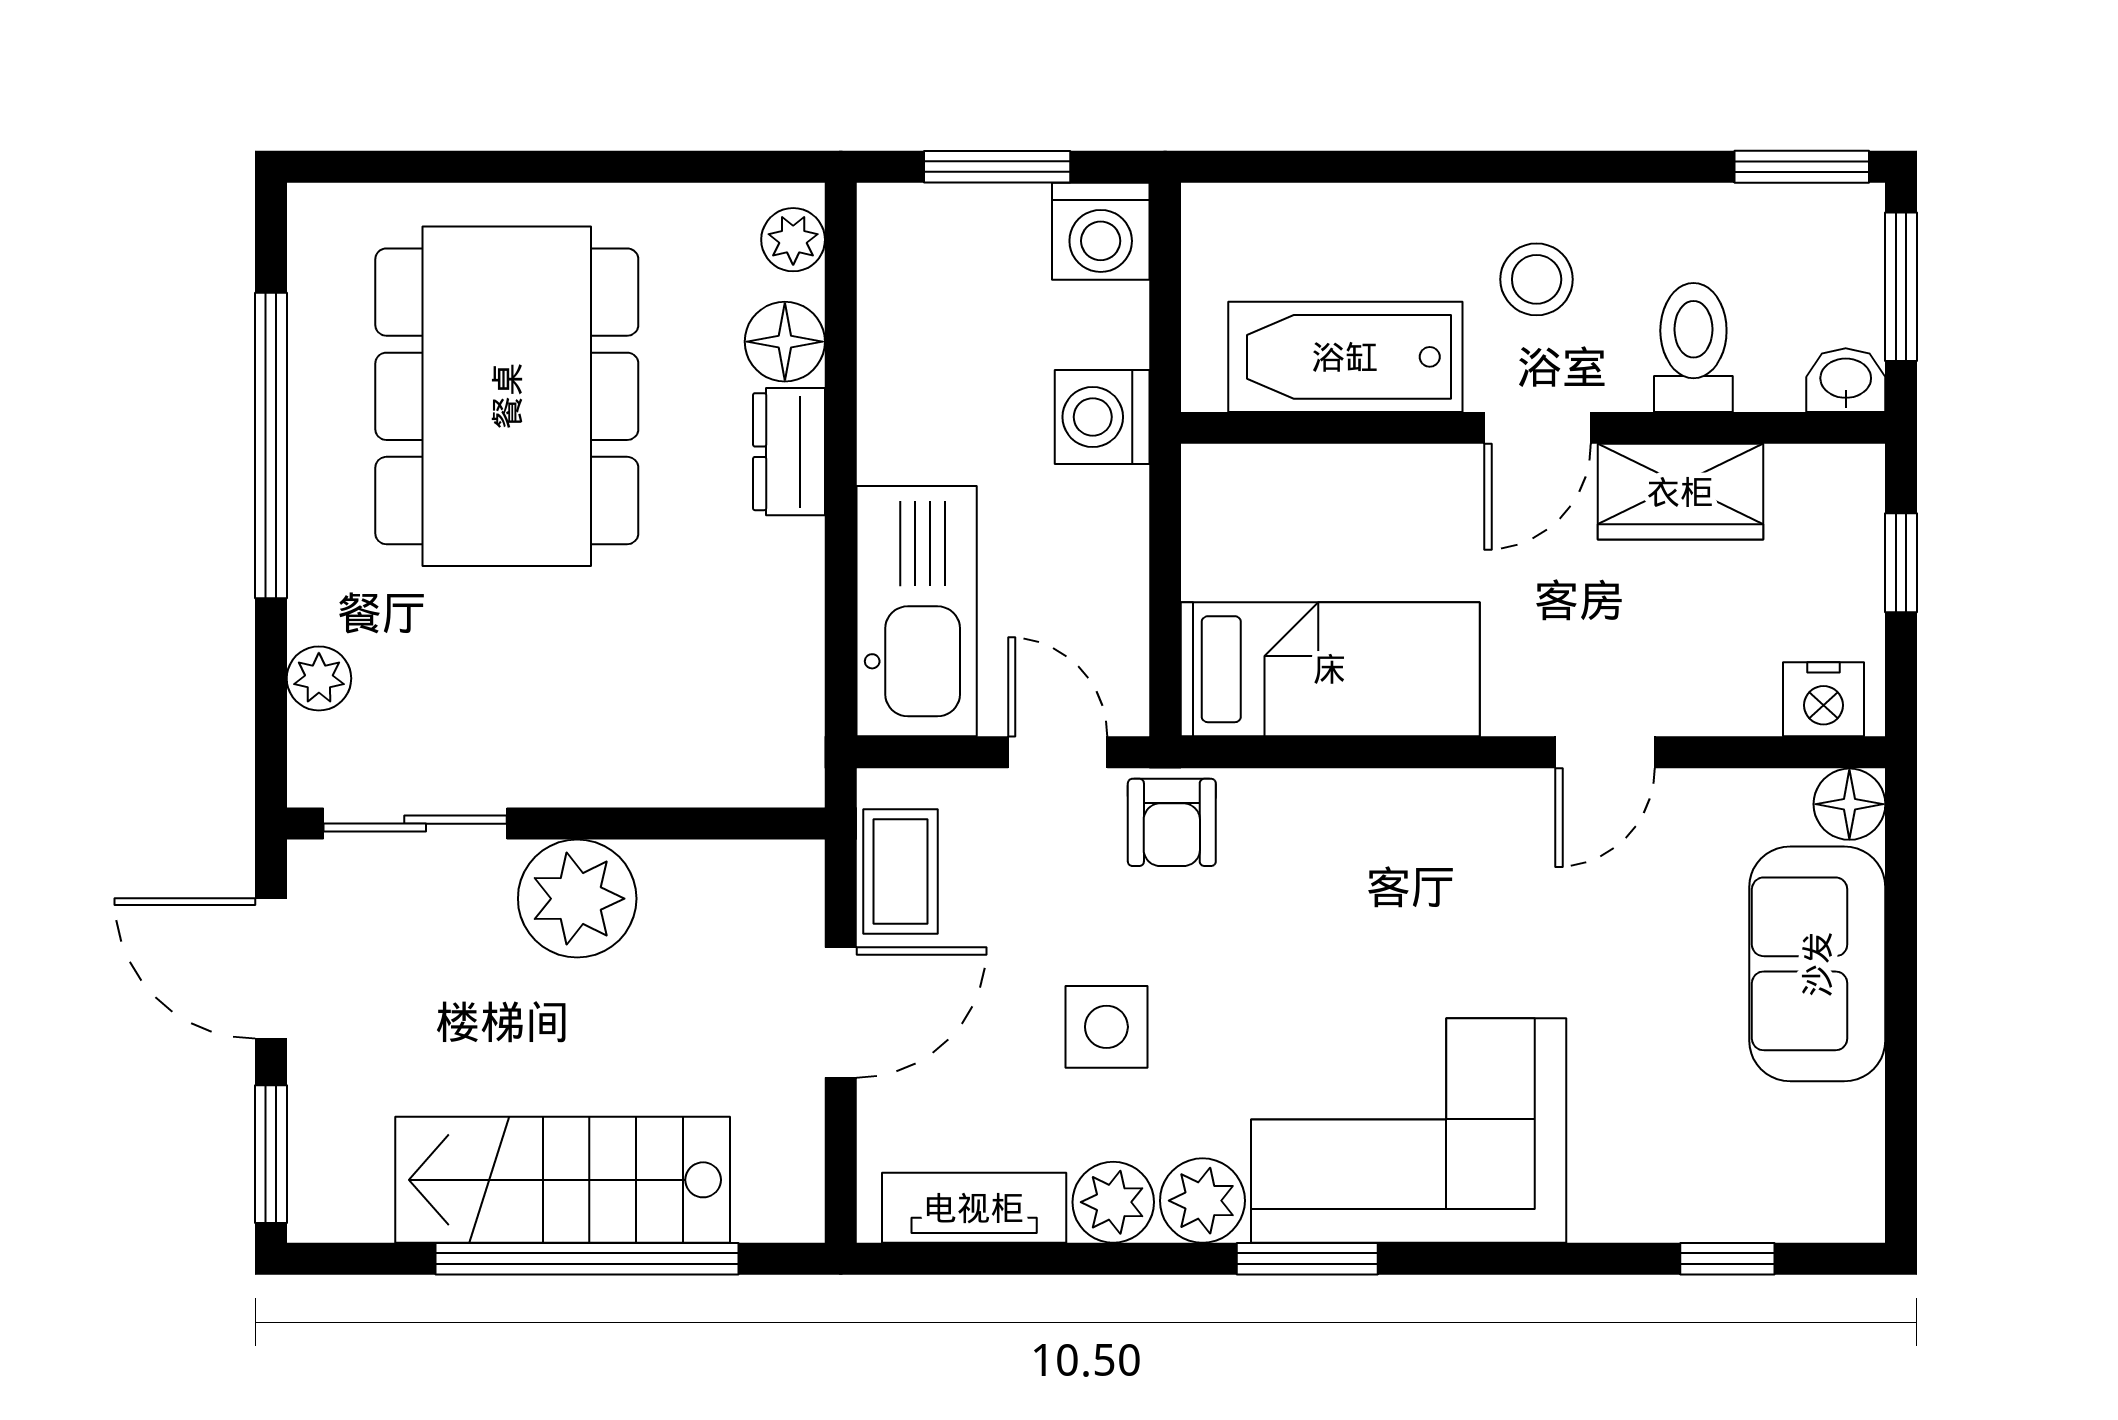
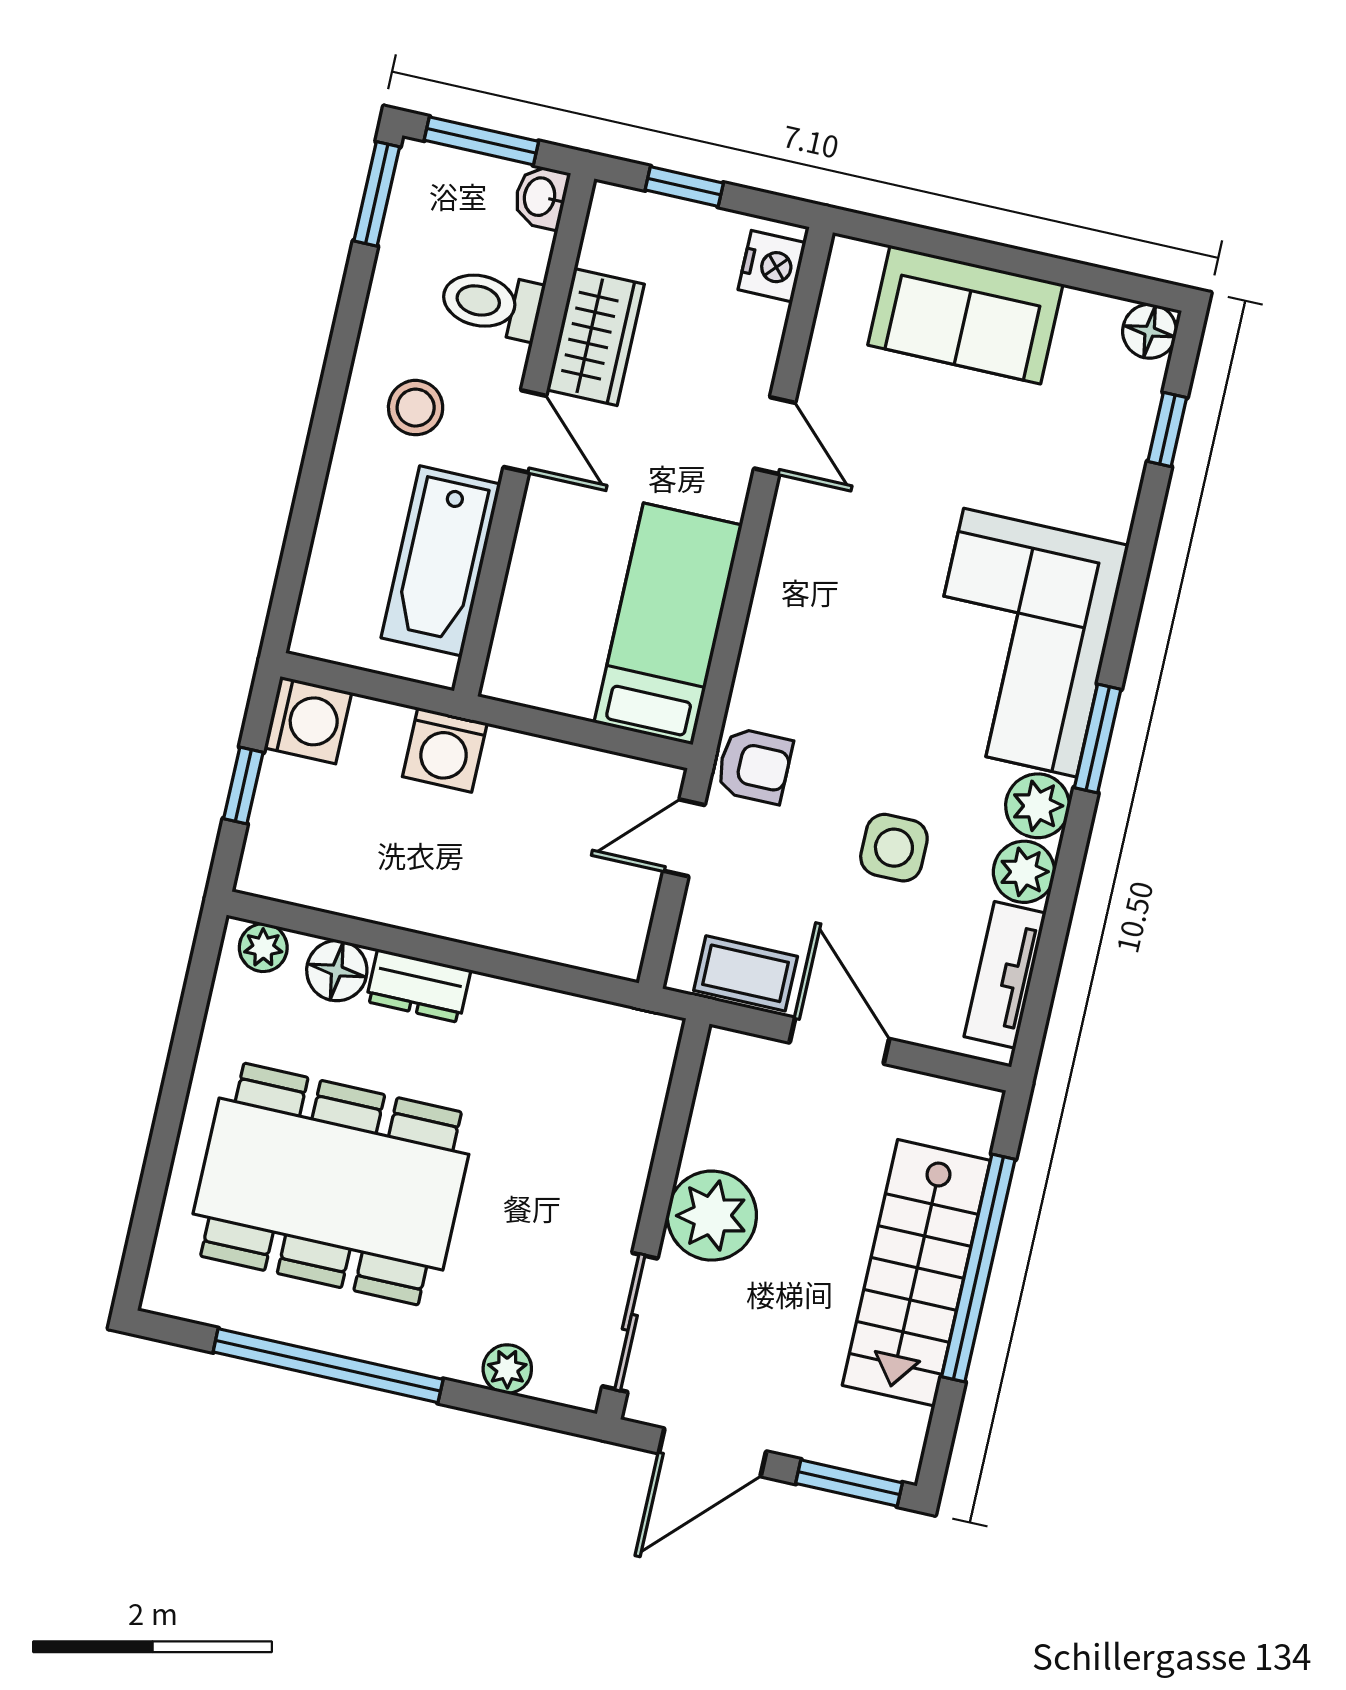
window: (997, 167) -> (243, 785), width x0.67
kitchen sink: (917, 611) -> (557, 918), removed
floor lamp: (1849, 804) -> (1150, 331), moved

